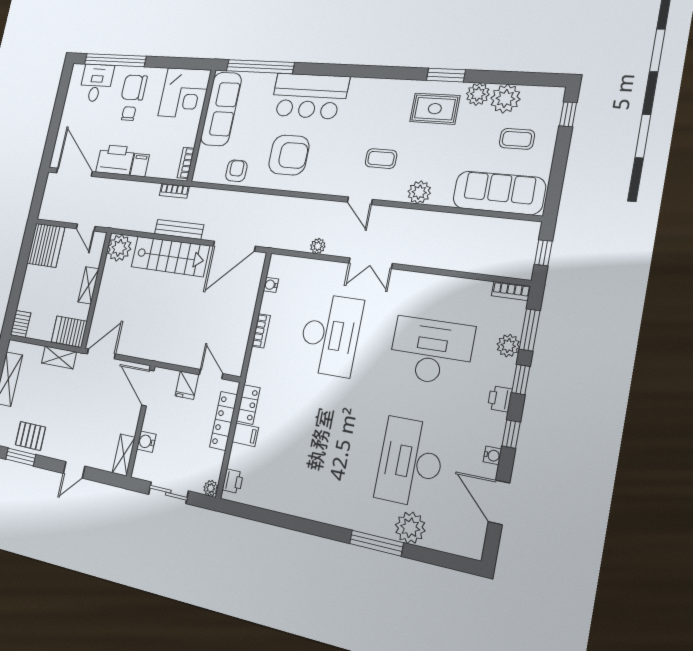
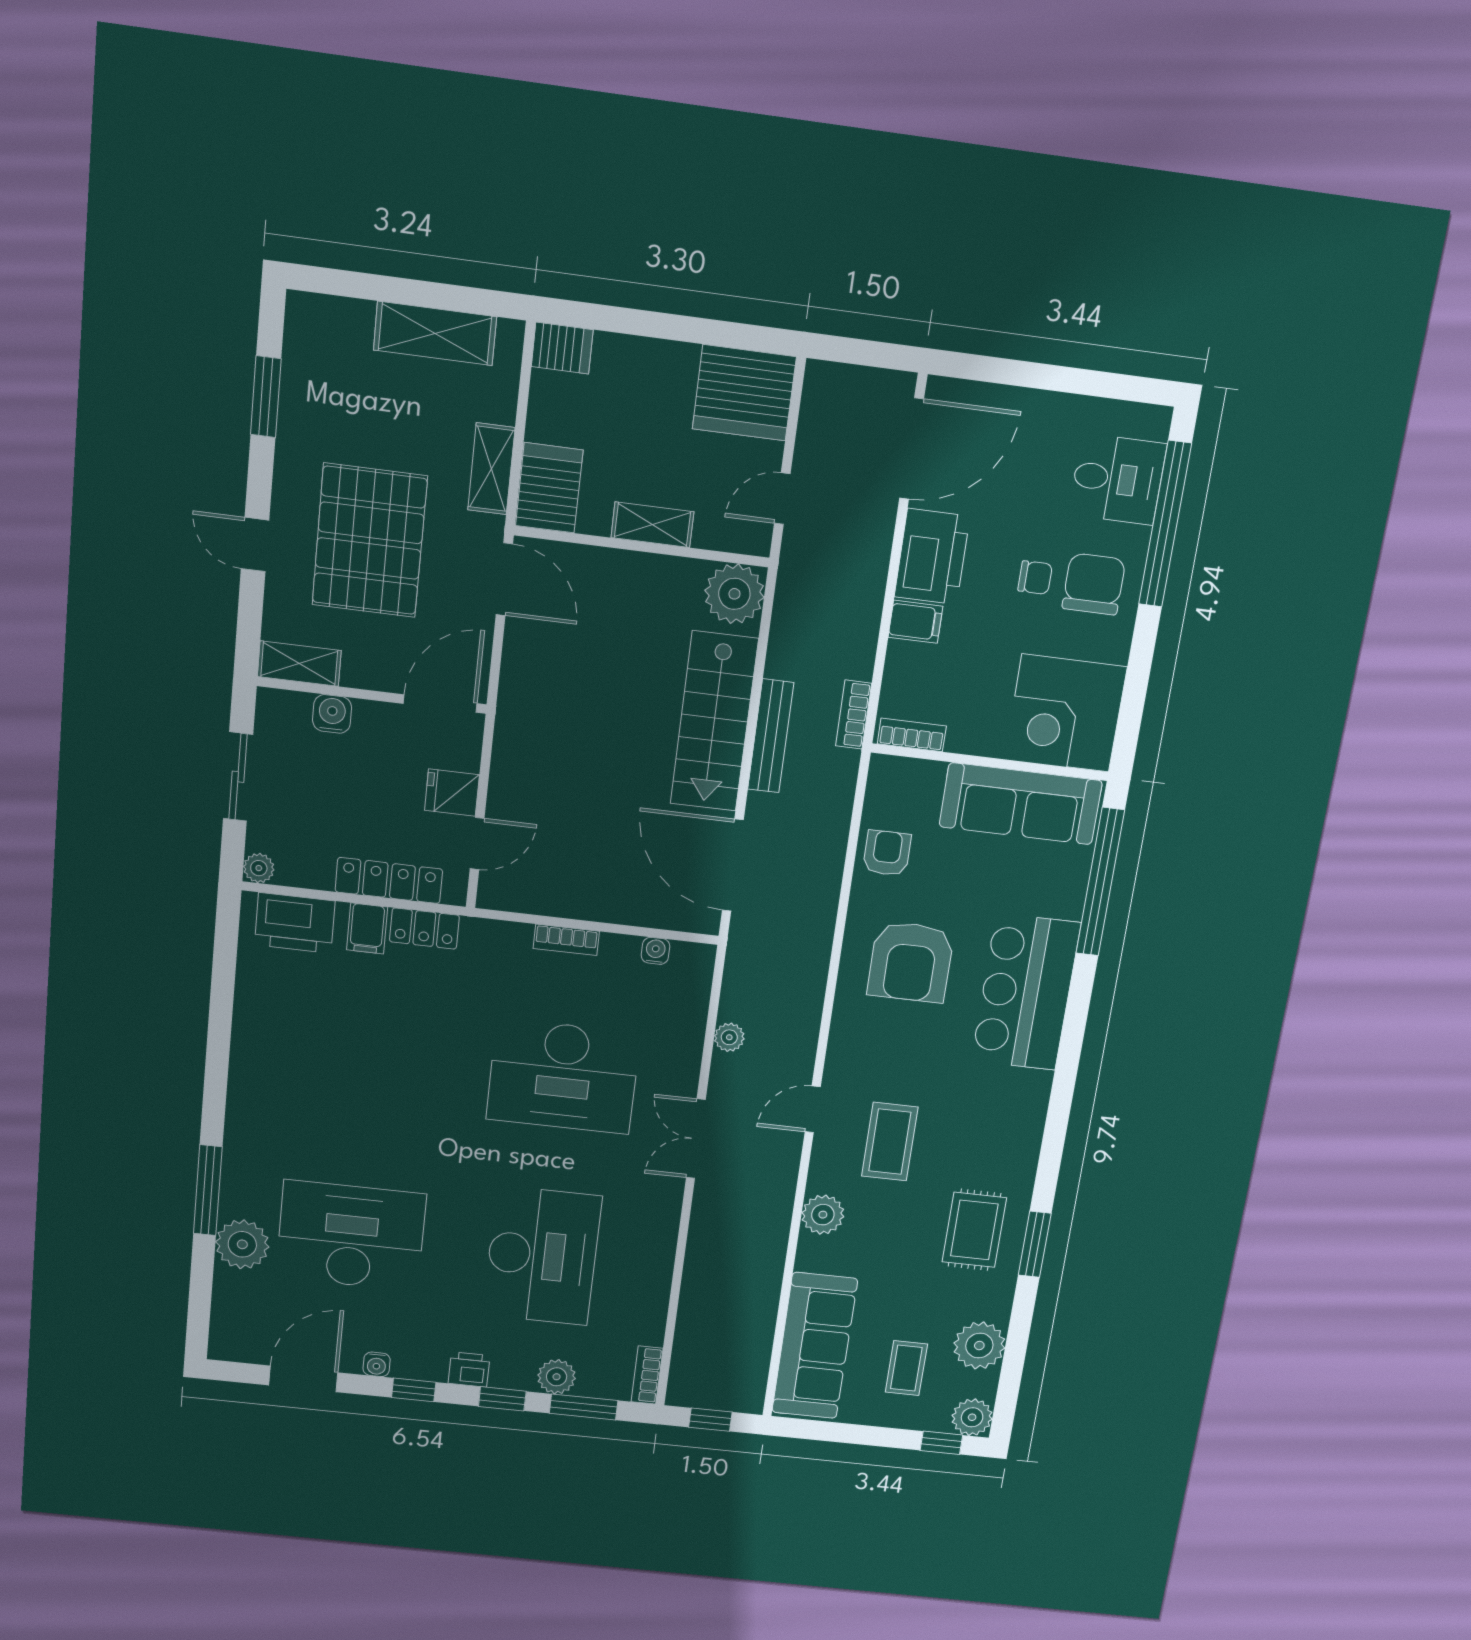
plant: (478, 94) -> (972, 1417), moved
coffee table: (381, 159) -> (890, 1142), width x1.36, depth x1.30
armchair: (236, 171) -> (887, 853), turned -90
pallet: (30, 436) -> (370, 541), moved, width x2.05, depth x2.00
printer: (233, 481) -> (295, 923), width x1.87, depth x1.48

